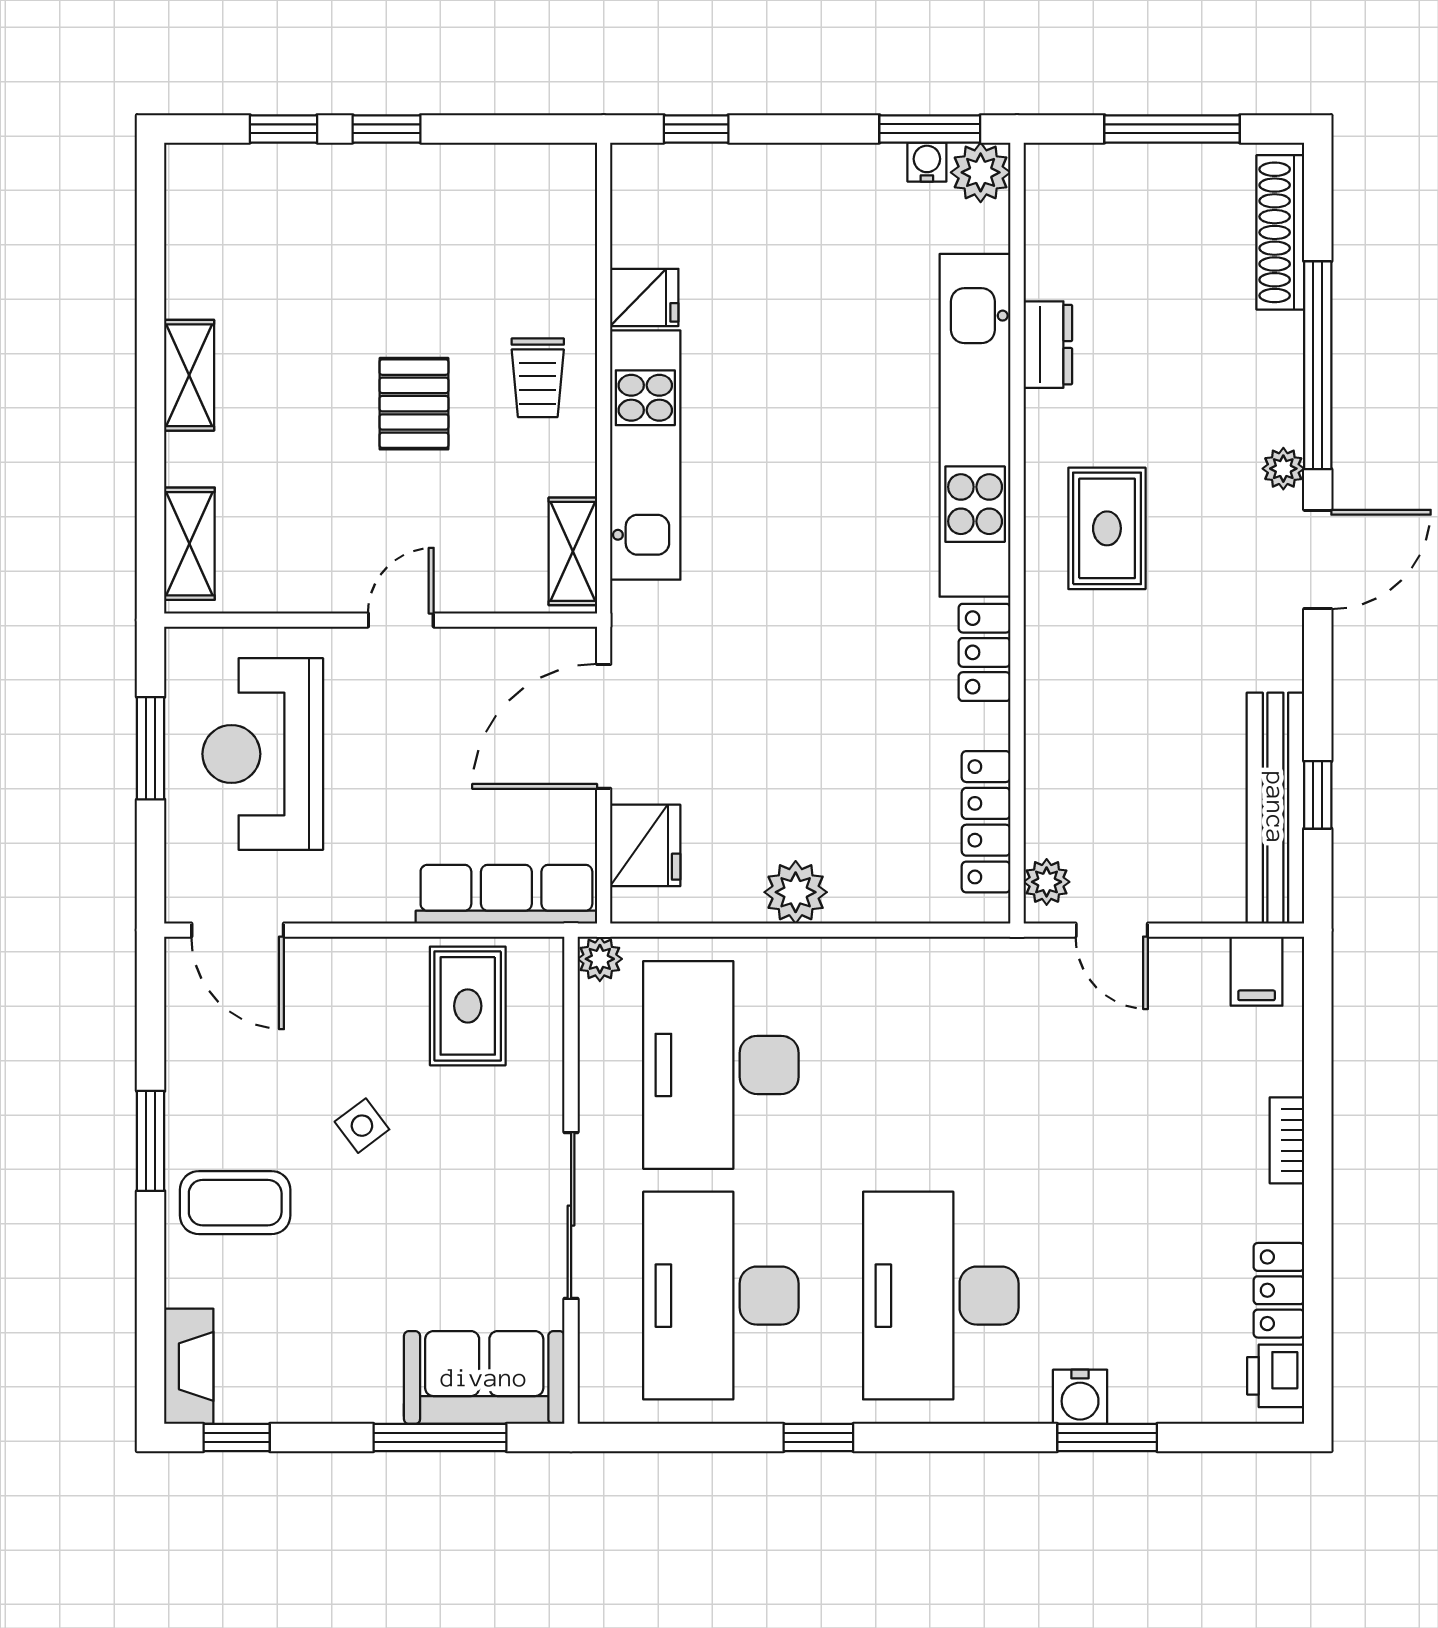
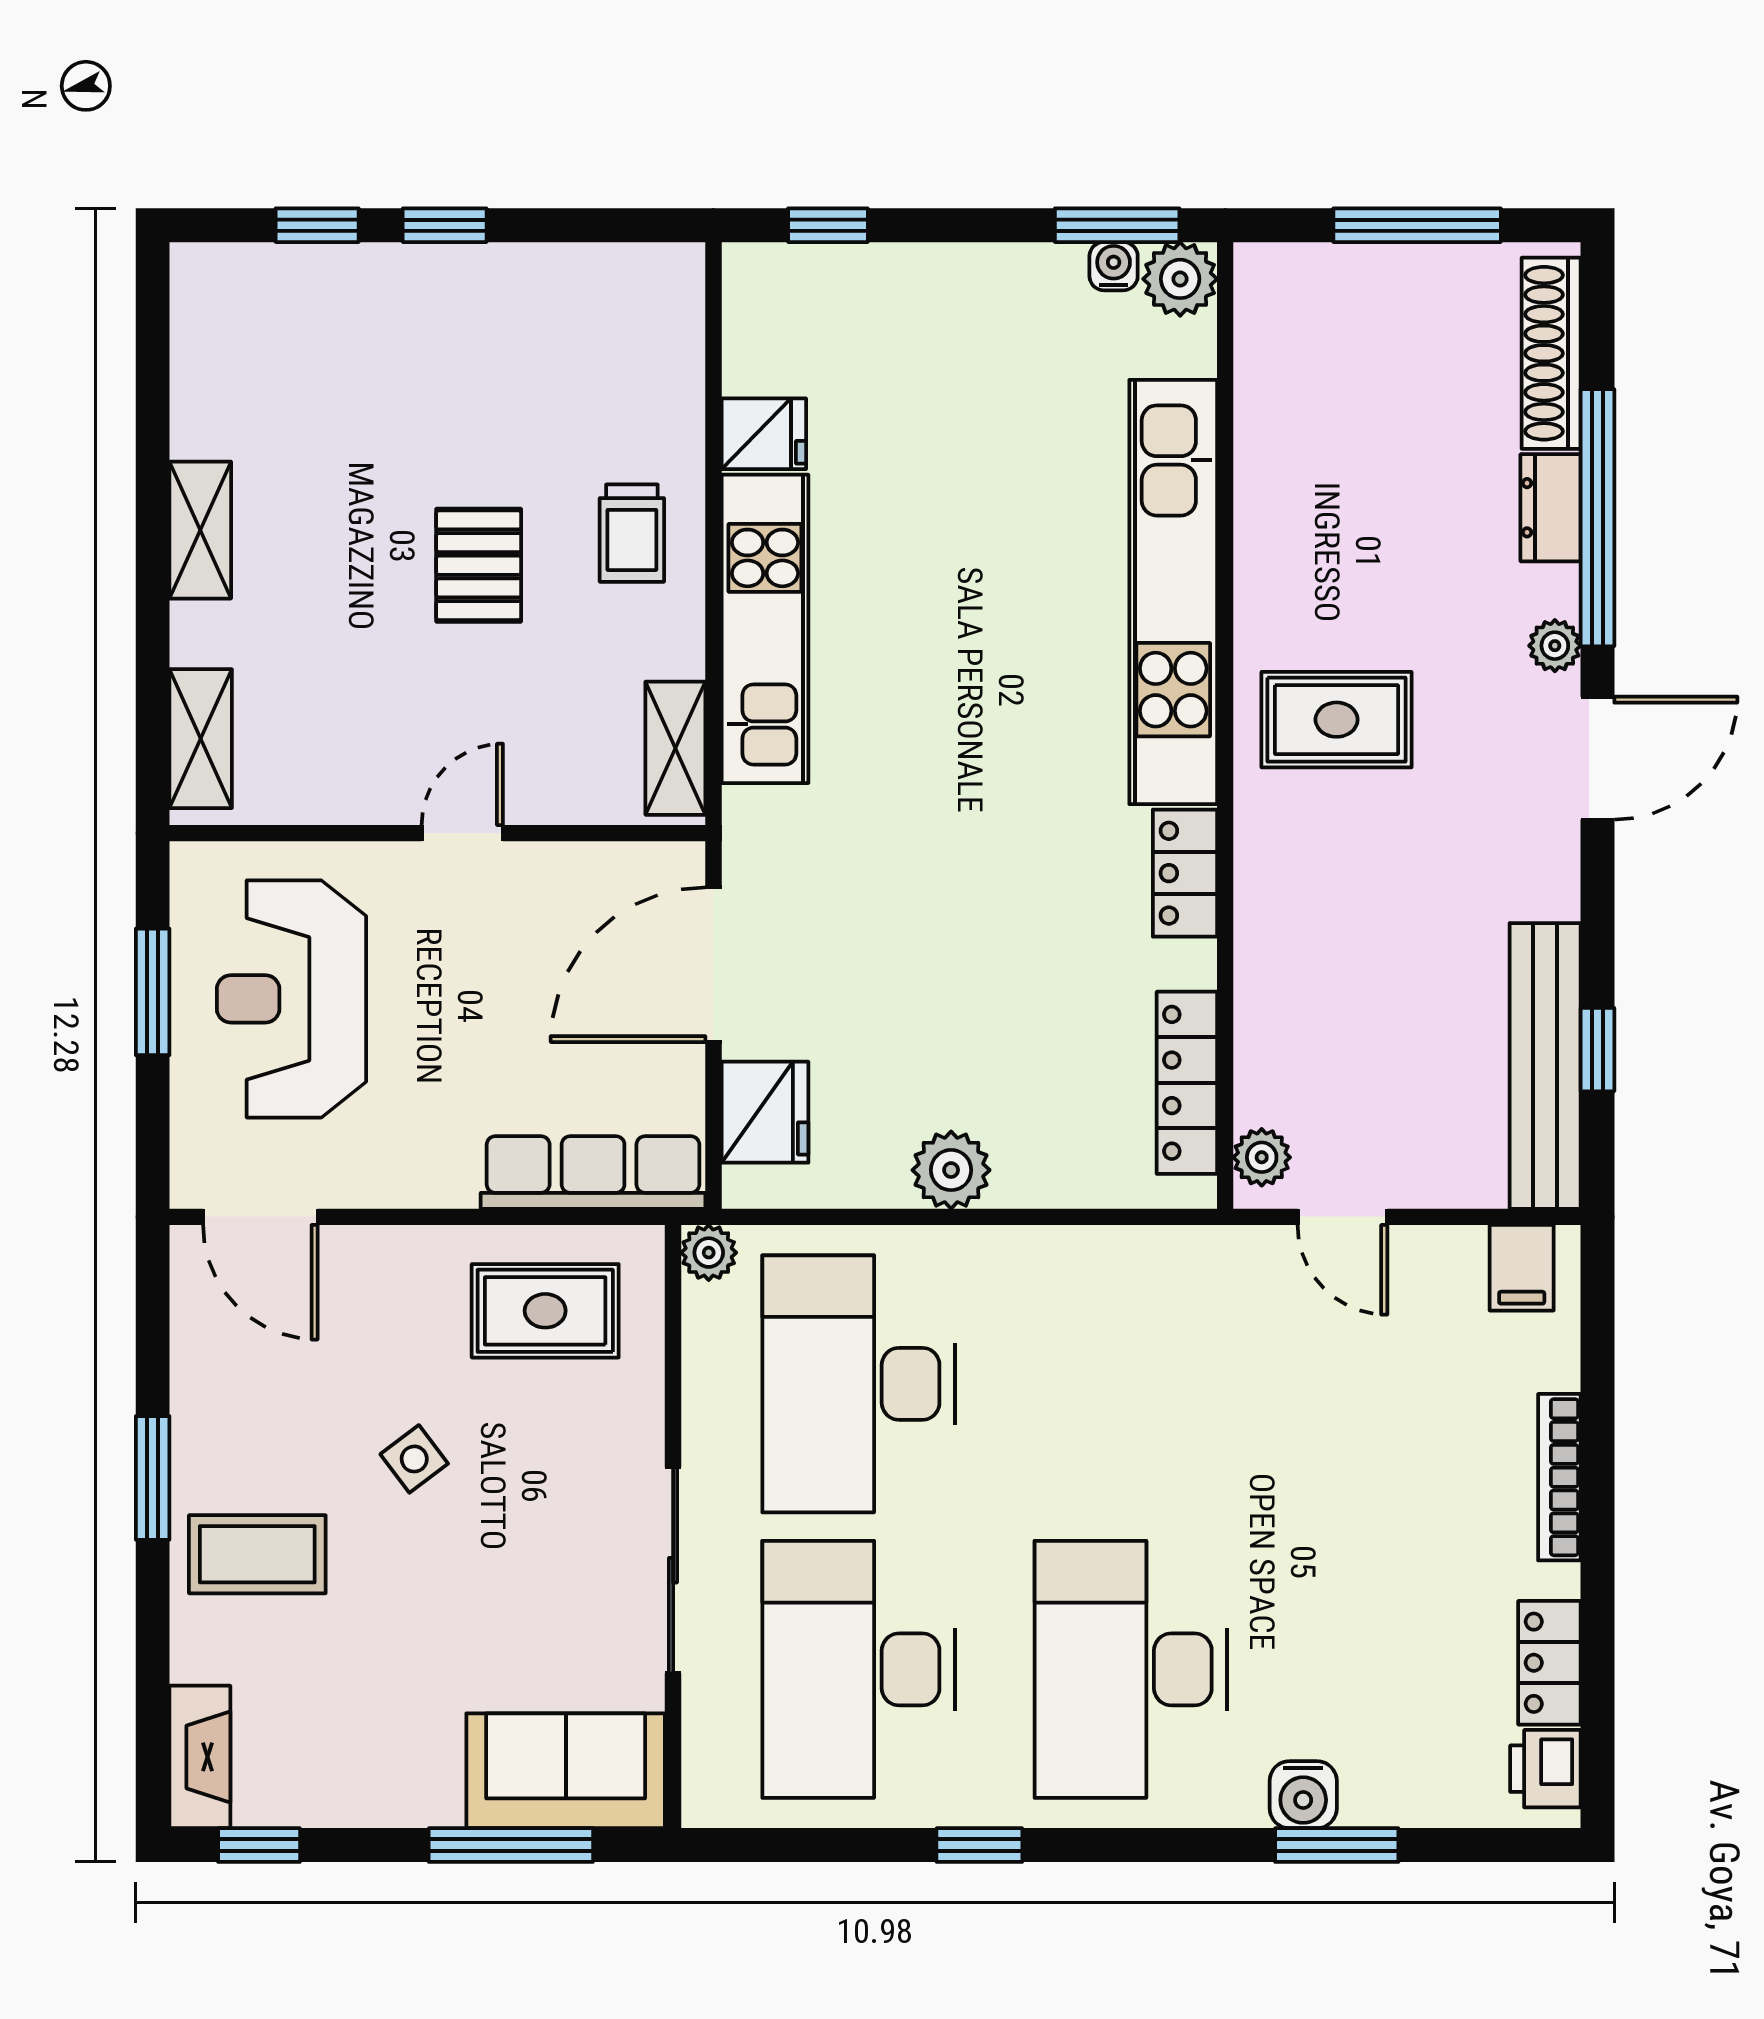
dresser: (1048, 345) -> (1551, 508), moved, turned 180
rug: (1107, 528) -> (1337, 720), turned 90
rug: (468, 1006) -> (545, 1311), turned 90
bookcase: (1287, 1140) -> (1559, 1477), width x1.56

